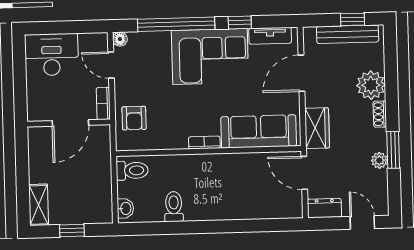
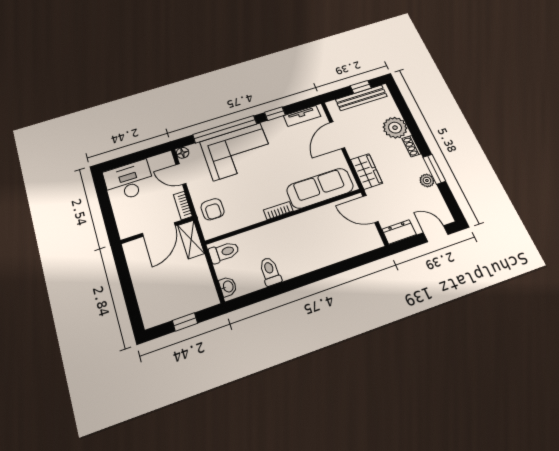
corner sofa: (210, 56) -> (237, 151), moved
shelving: (39, 205) -> (191, 239), moved

